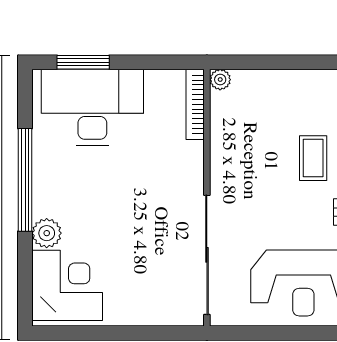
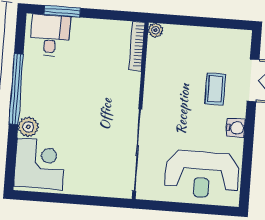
desk: (92, 107) -> (50, 35), width x0.53, depth x0.77

